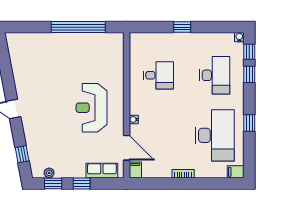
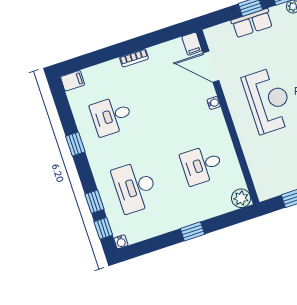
plant: (137, 40) -> (241, 198), added
desk: (215, 135) -> (111, 116), width x0.53, depth x0.77
row of seats: (102, 171) -> (252, 23), moved

